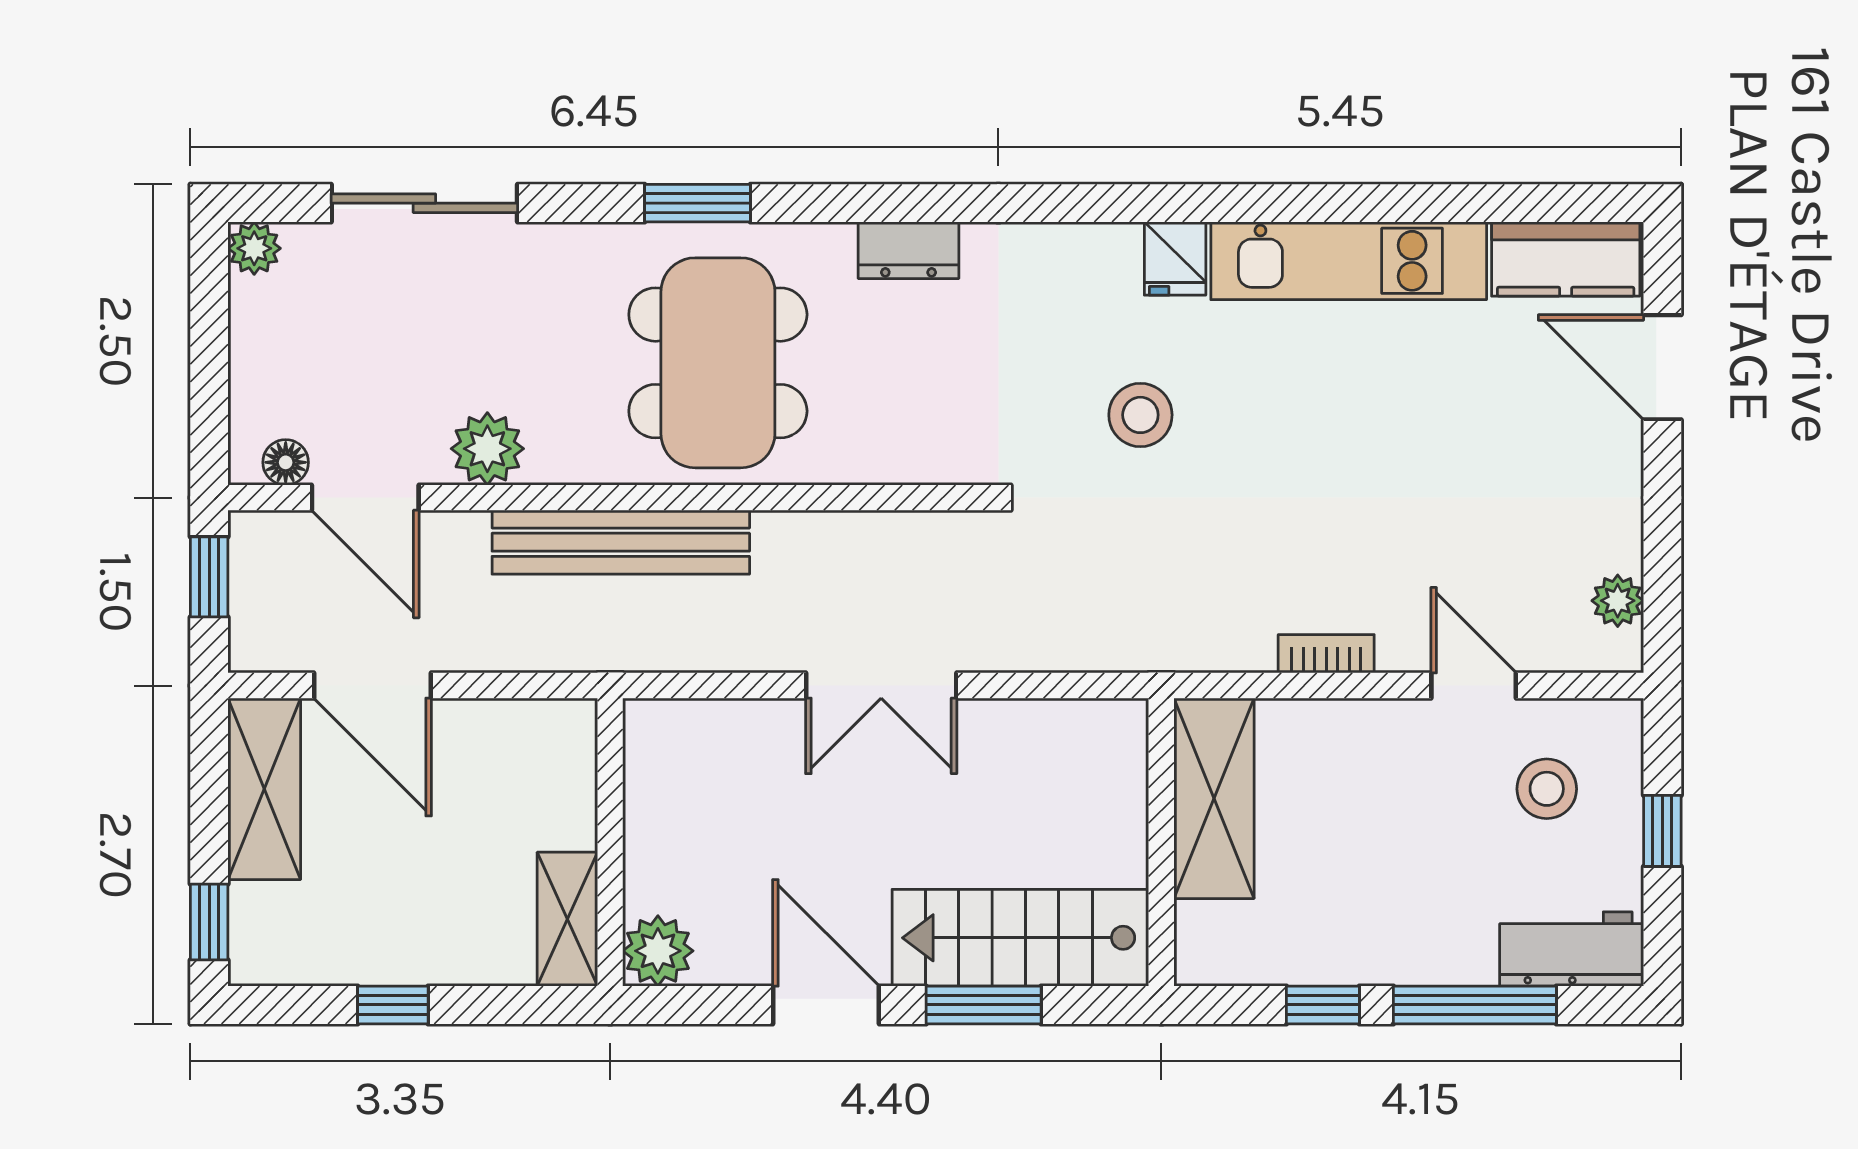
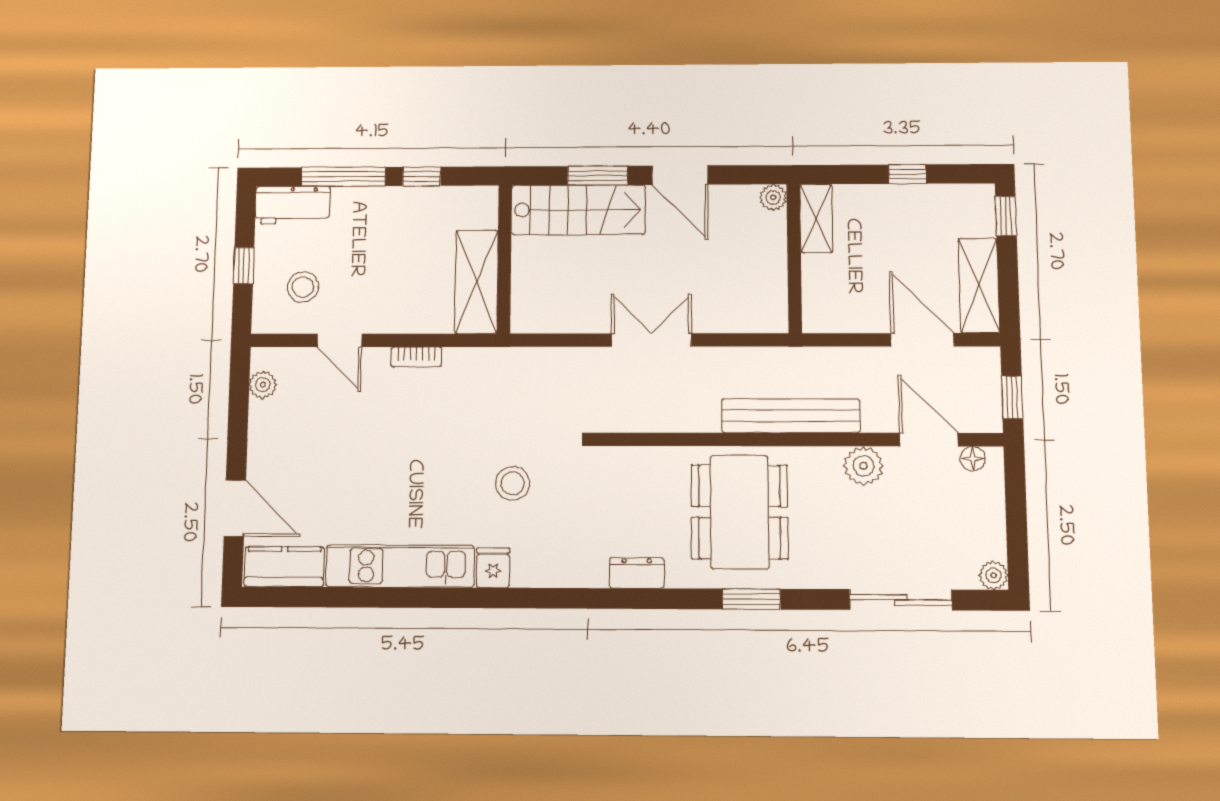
plant: (658, 951) -> (773, 197), width x0.73, depth x0.73

